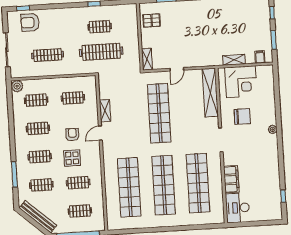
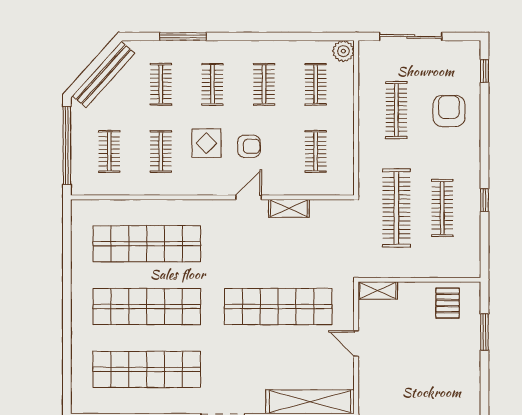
armchair: (30, 23) -> (449, 111), moved
clothes rail: (100, 27) -> (442, 208), width x1.36
door: (100, 133) -> (249, 197), hinge flipped

